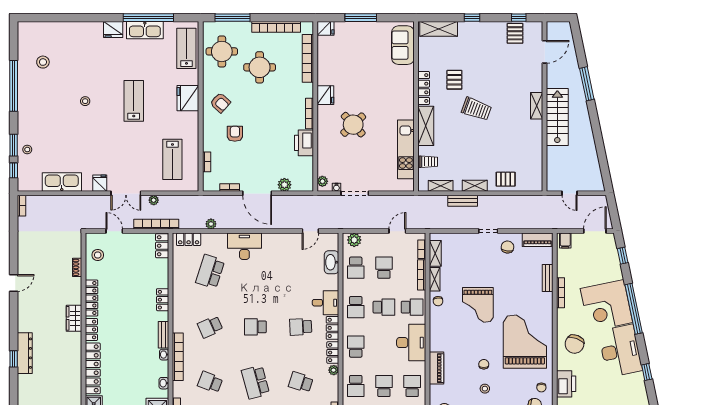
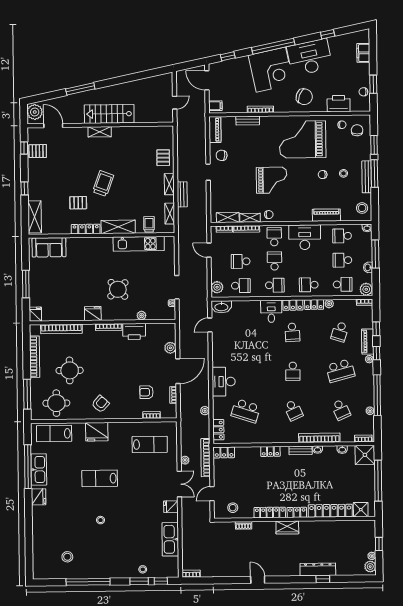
plant: (561, 30) -> (35, 112), added
armchair: (235, 134) -> (147, 392), moved
plant: (322, 181) -> (141, 315), moved
door: (310, 231) -> (210, 325), swing flipped
washbasin: (331, 262) -> (221, 307), moved
school desk: (210, 382) -> (341, 410), turned -45

